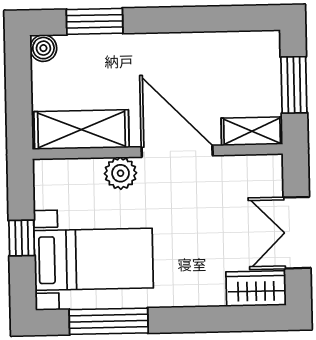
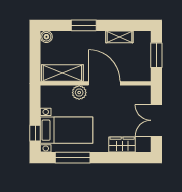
window: (95, 21) -> (84, 25), moved
shelving: (252, 131) -> (119, 37), moved
window: (22, 238) -> (35, 133), moved
wardrobe: (256, 288) -> (122, 145), moved

